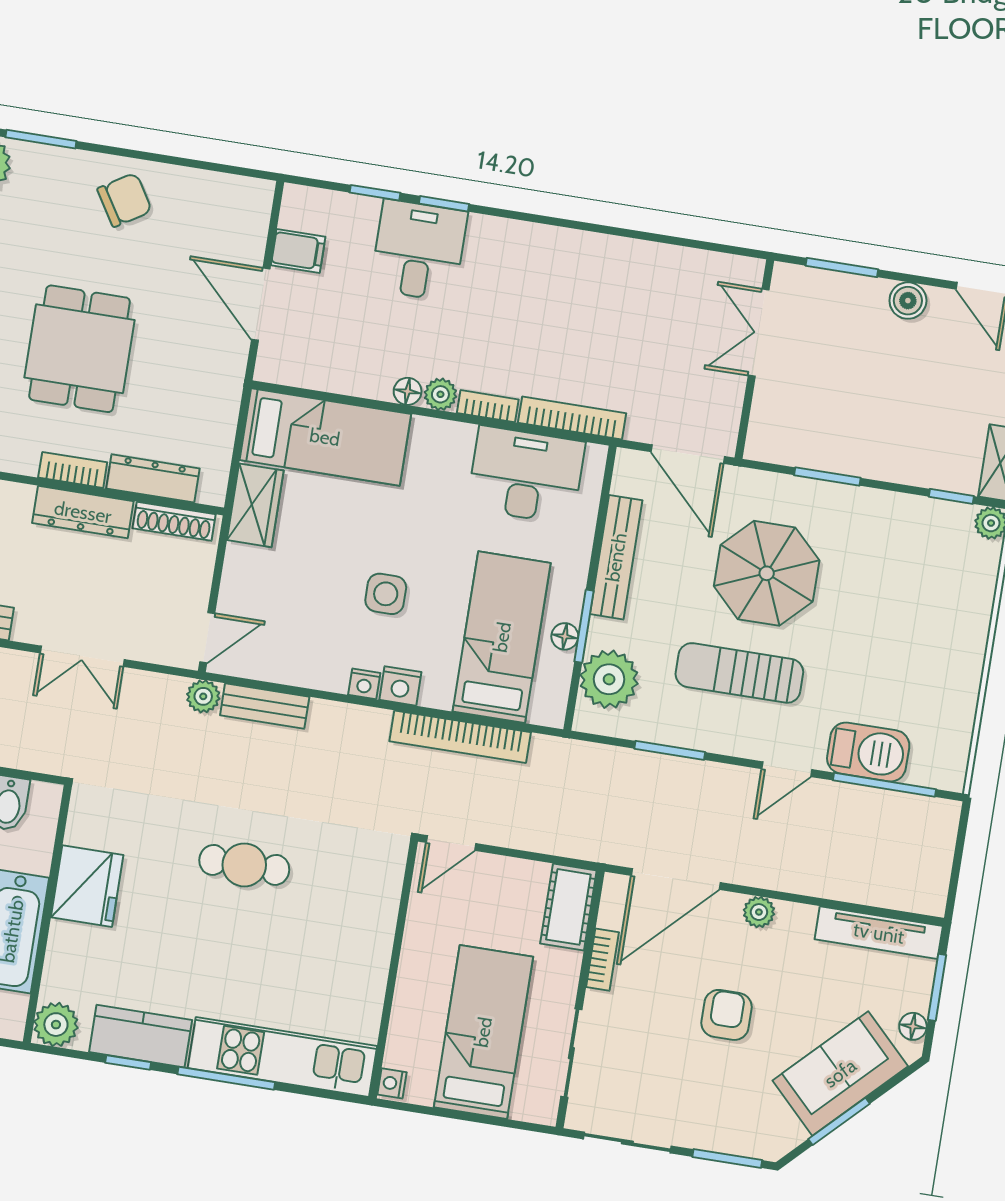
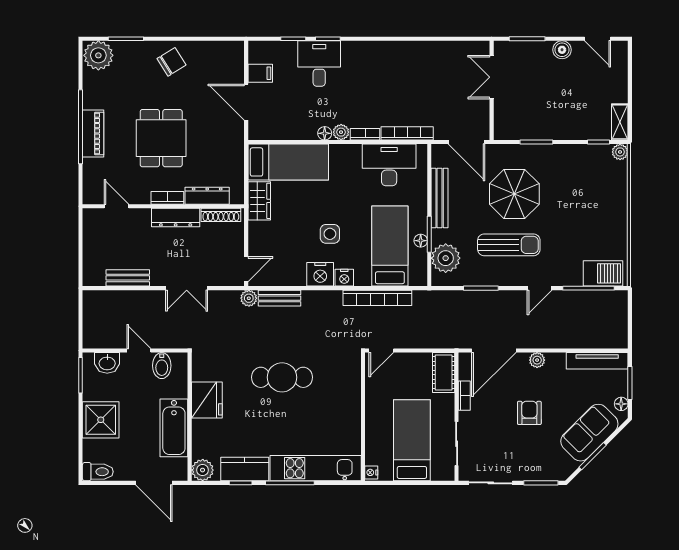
sun lounger: (739, 673) -> (509, 245), turned 180
nightstand: (364, 684) -> (320, 274), width x1.89, depth x1.79
barbecue: (868, 752) -> (603, 273), moved
cafe table: (244, 865) -> (282, 377), width x1.37, depth x1.35

